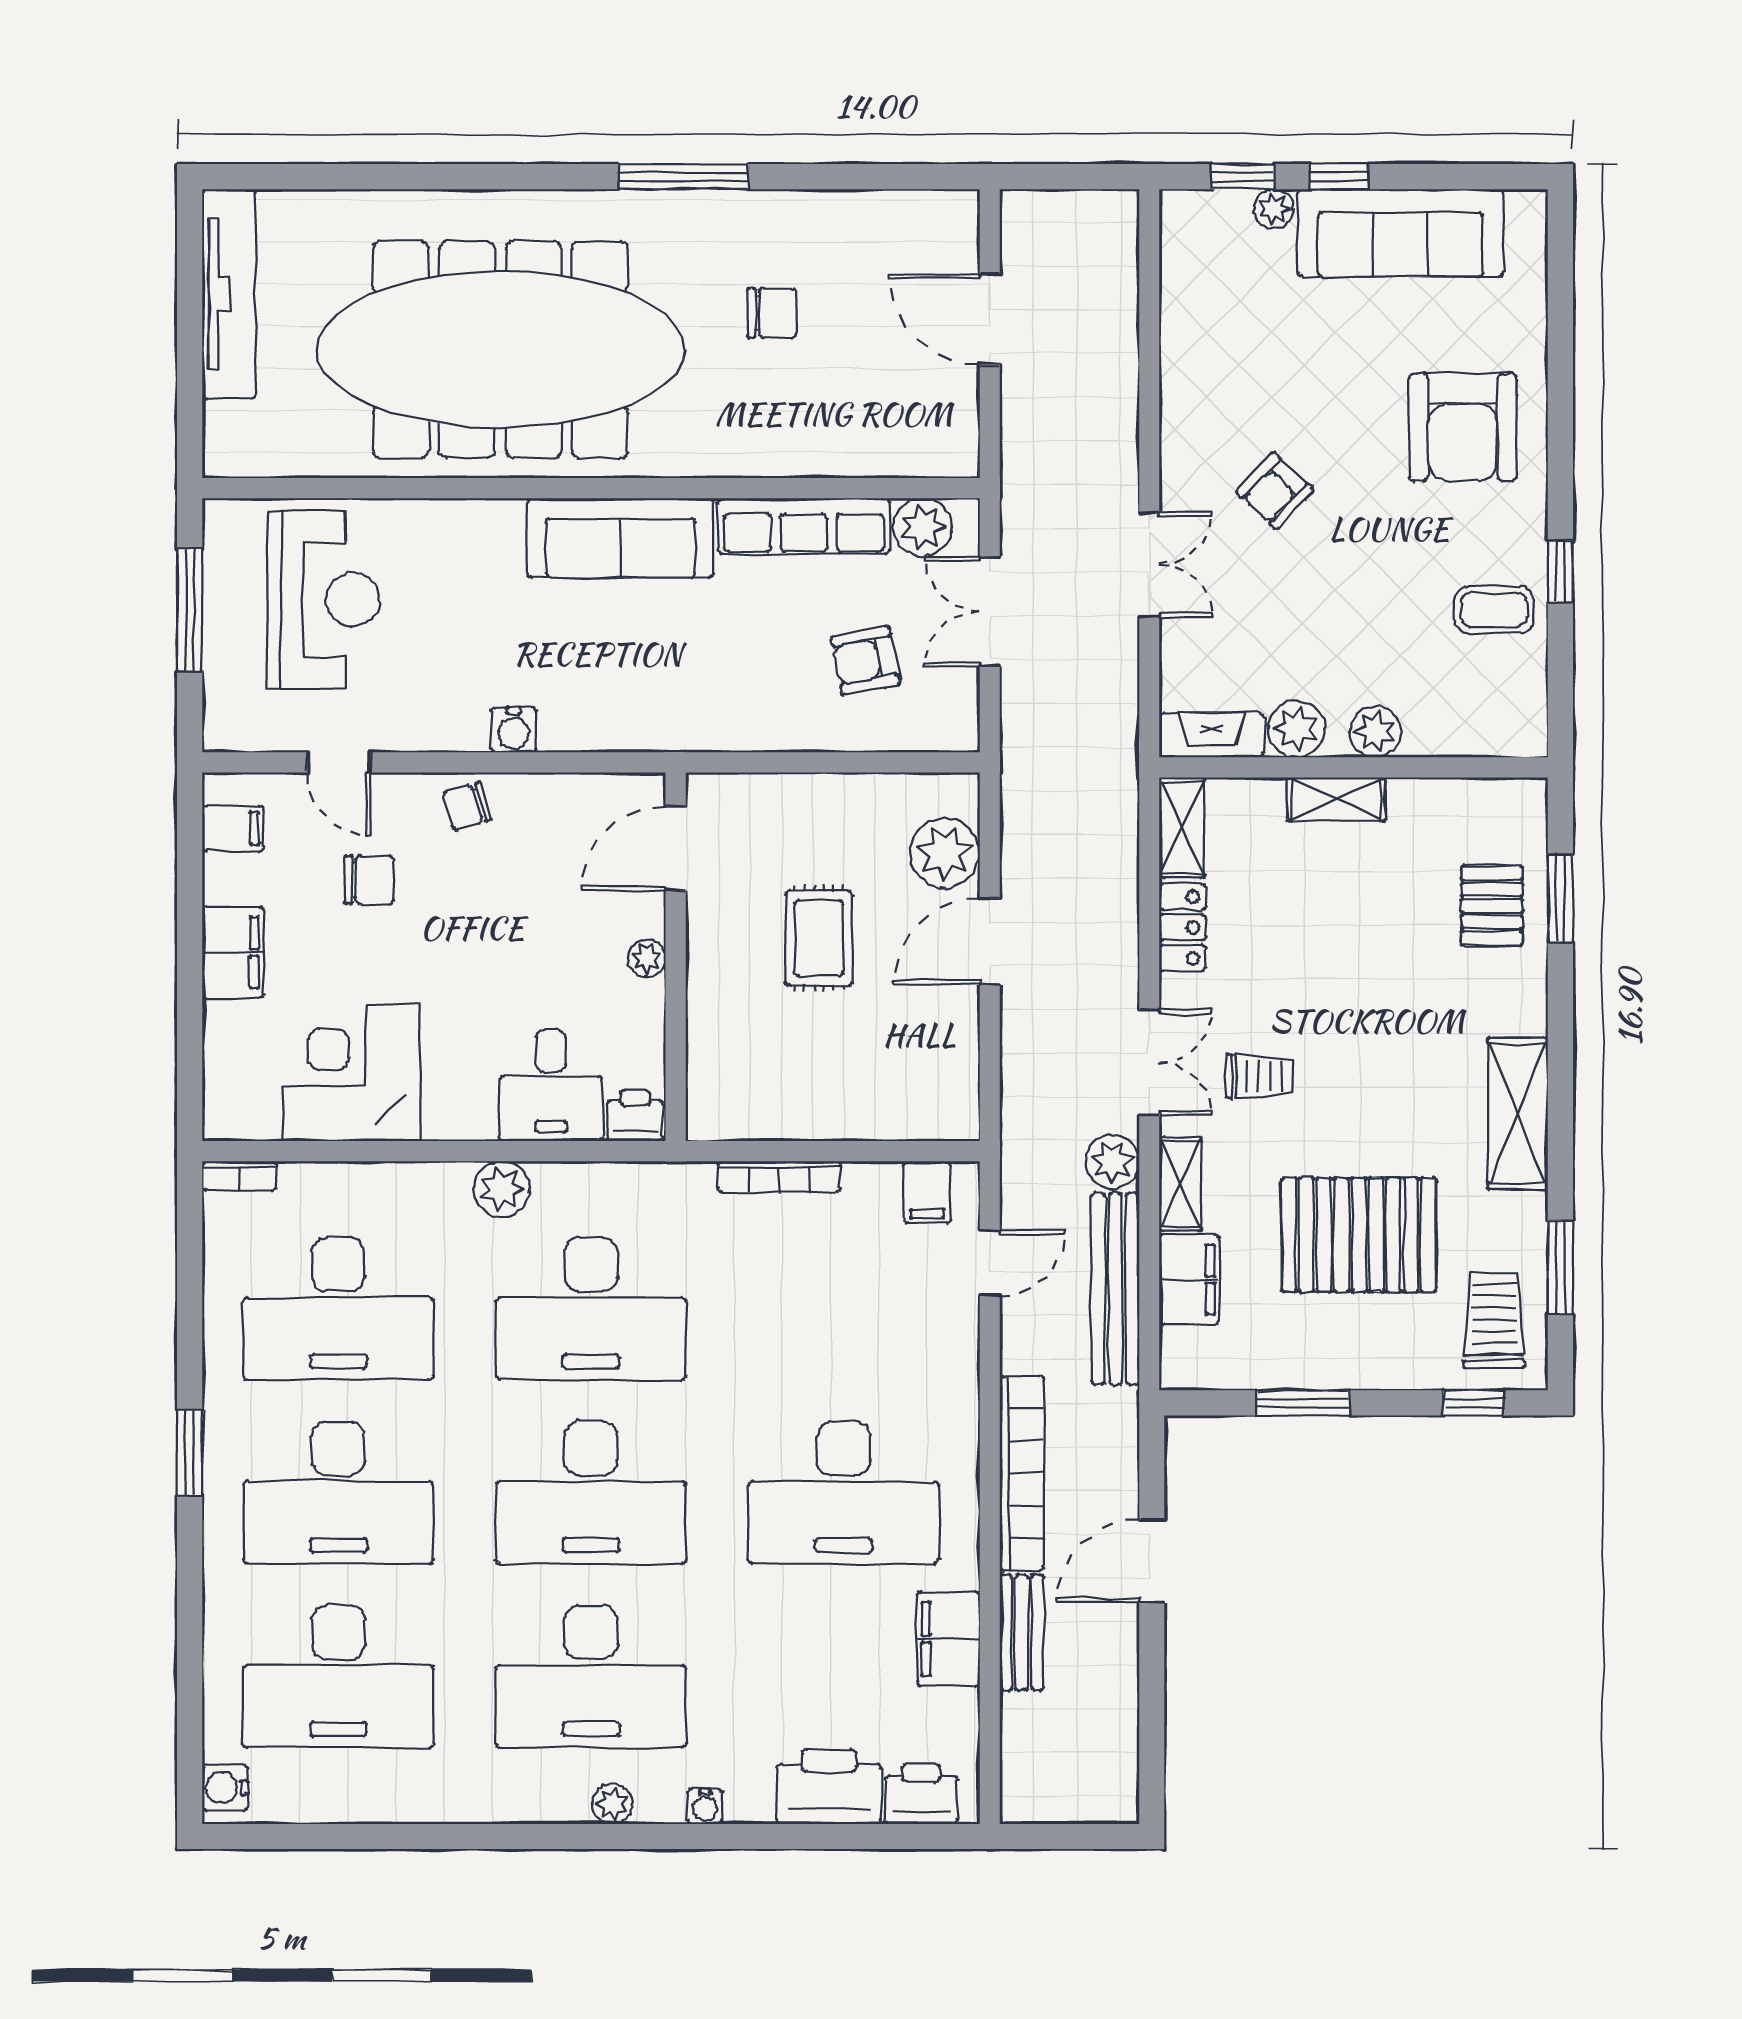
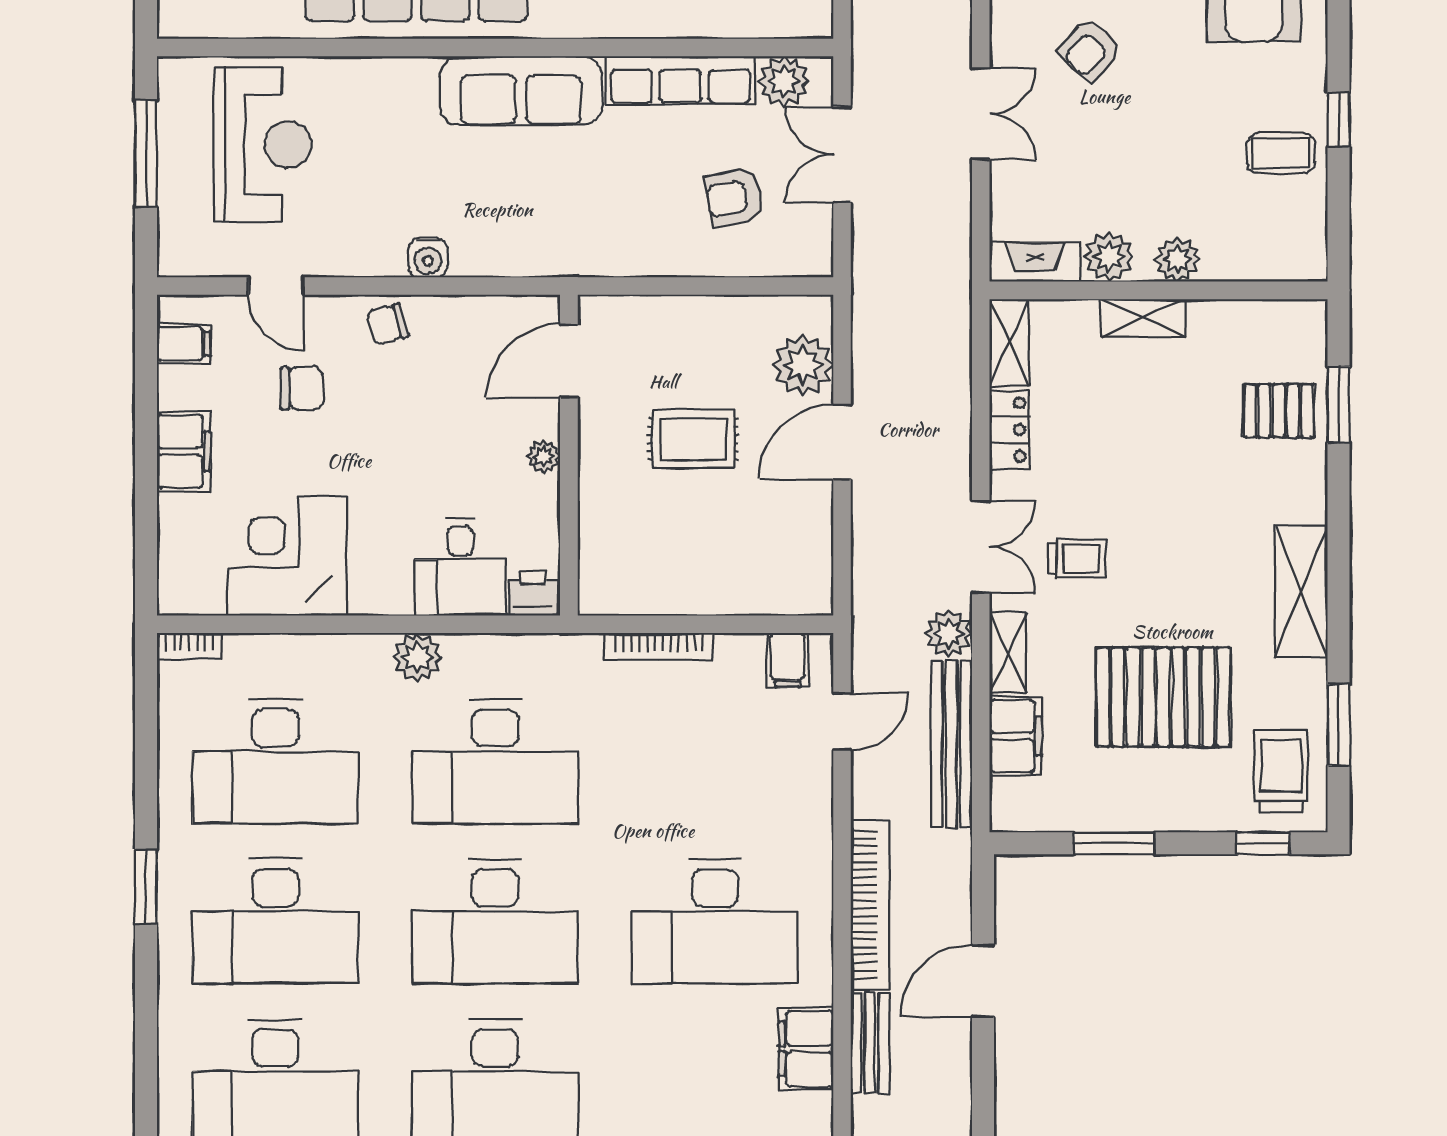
pallet: (1492, 906) -> (1279, 411), turned 90
rug: (819, 938) -> (693, 439), turned 90

